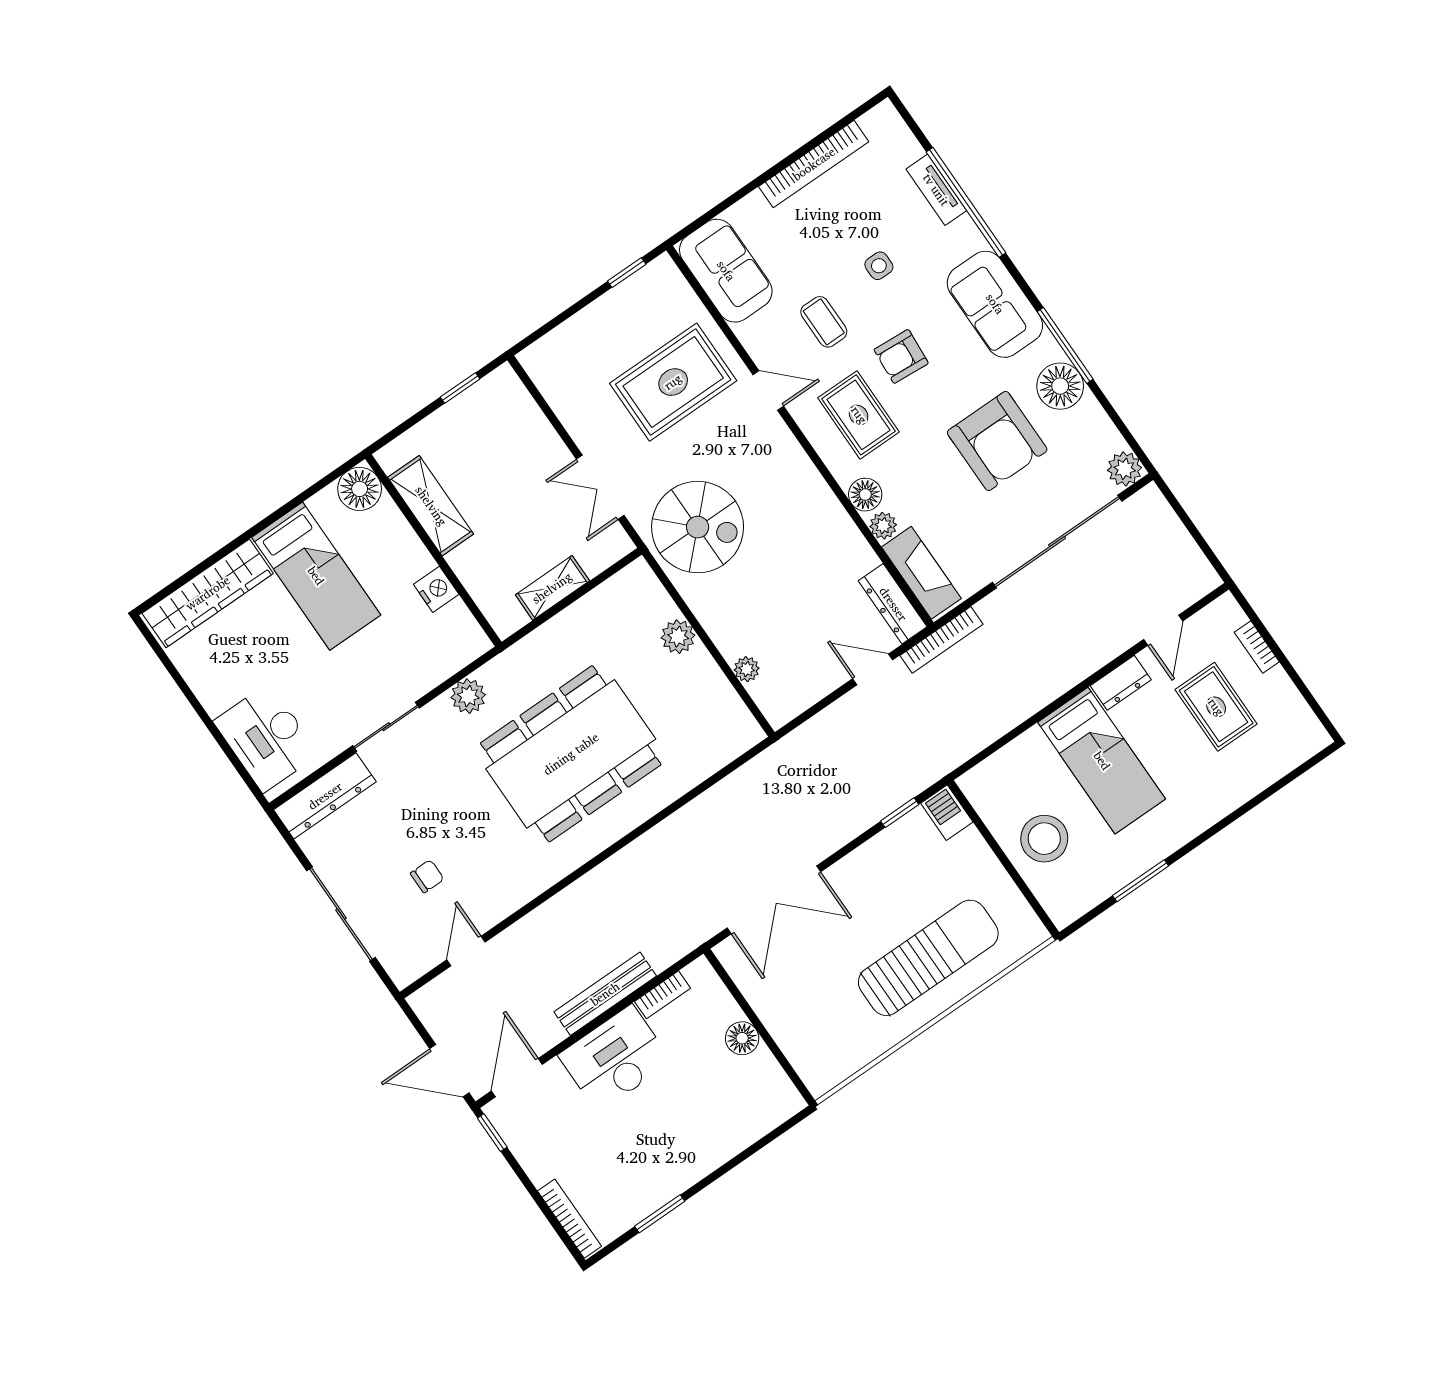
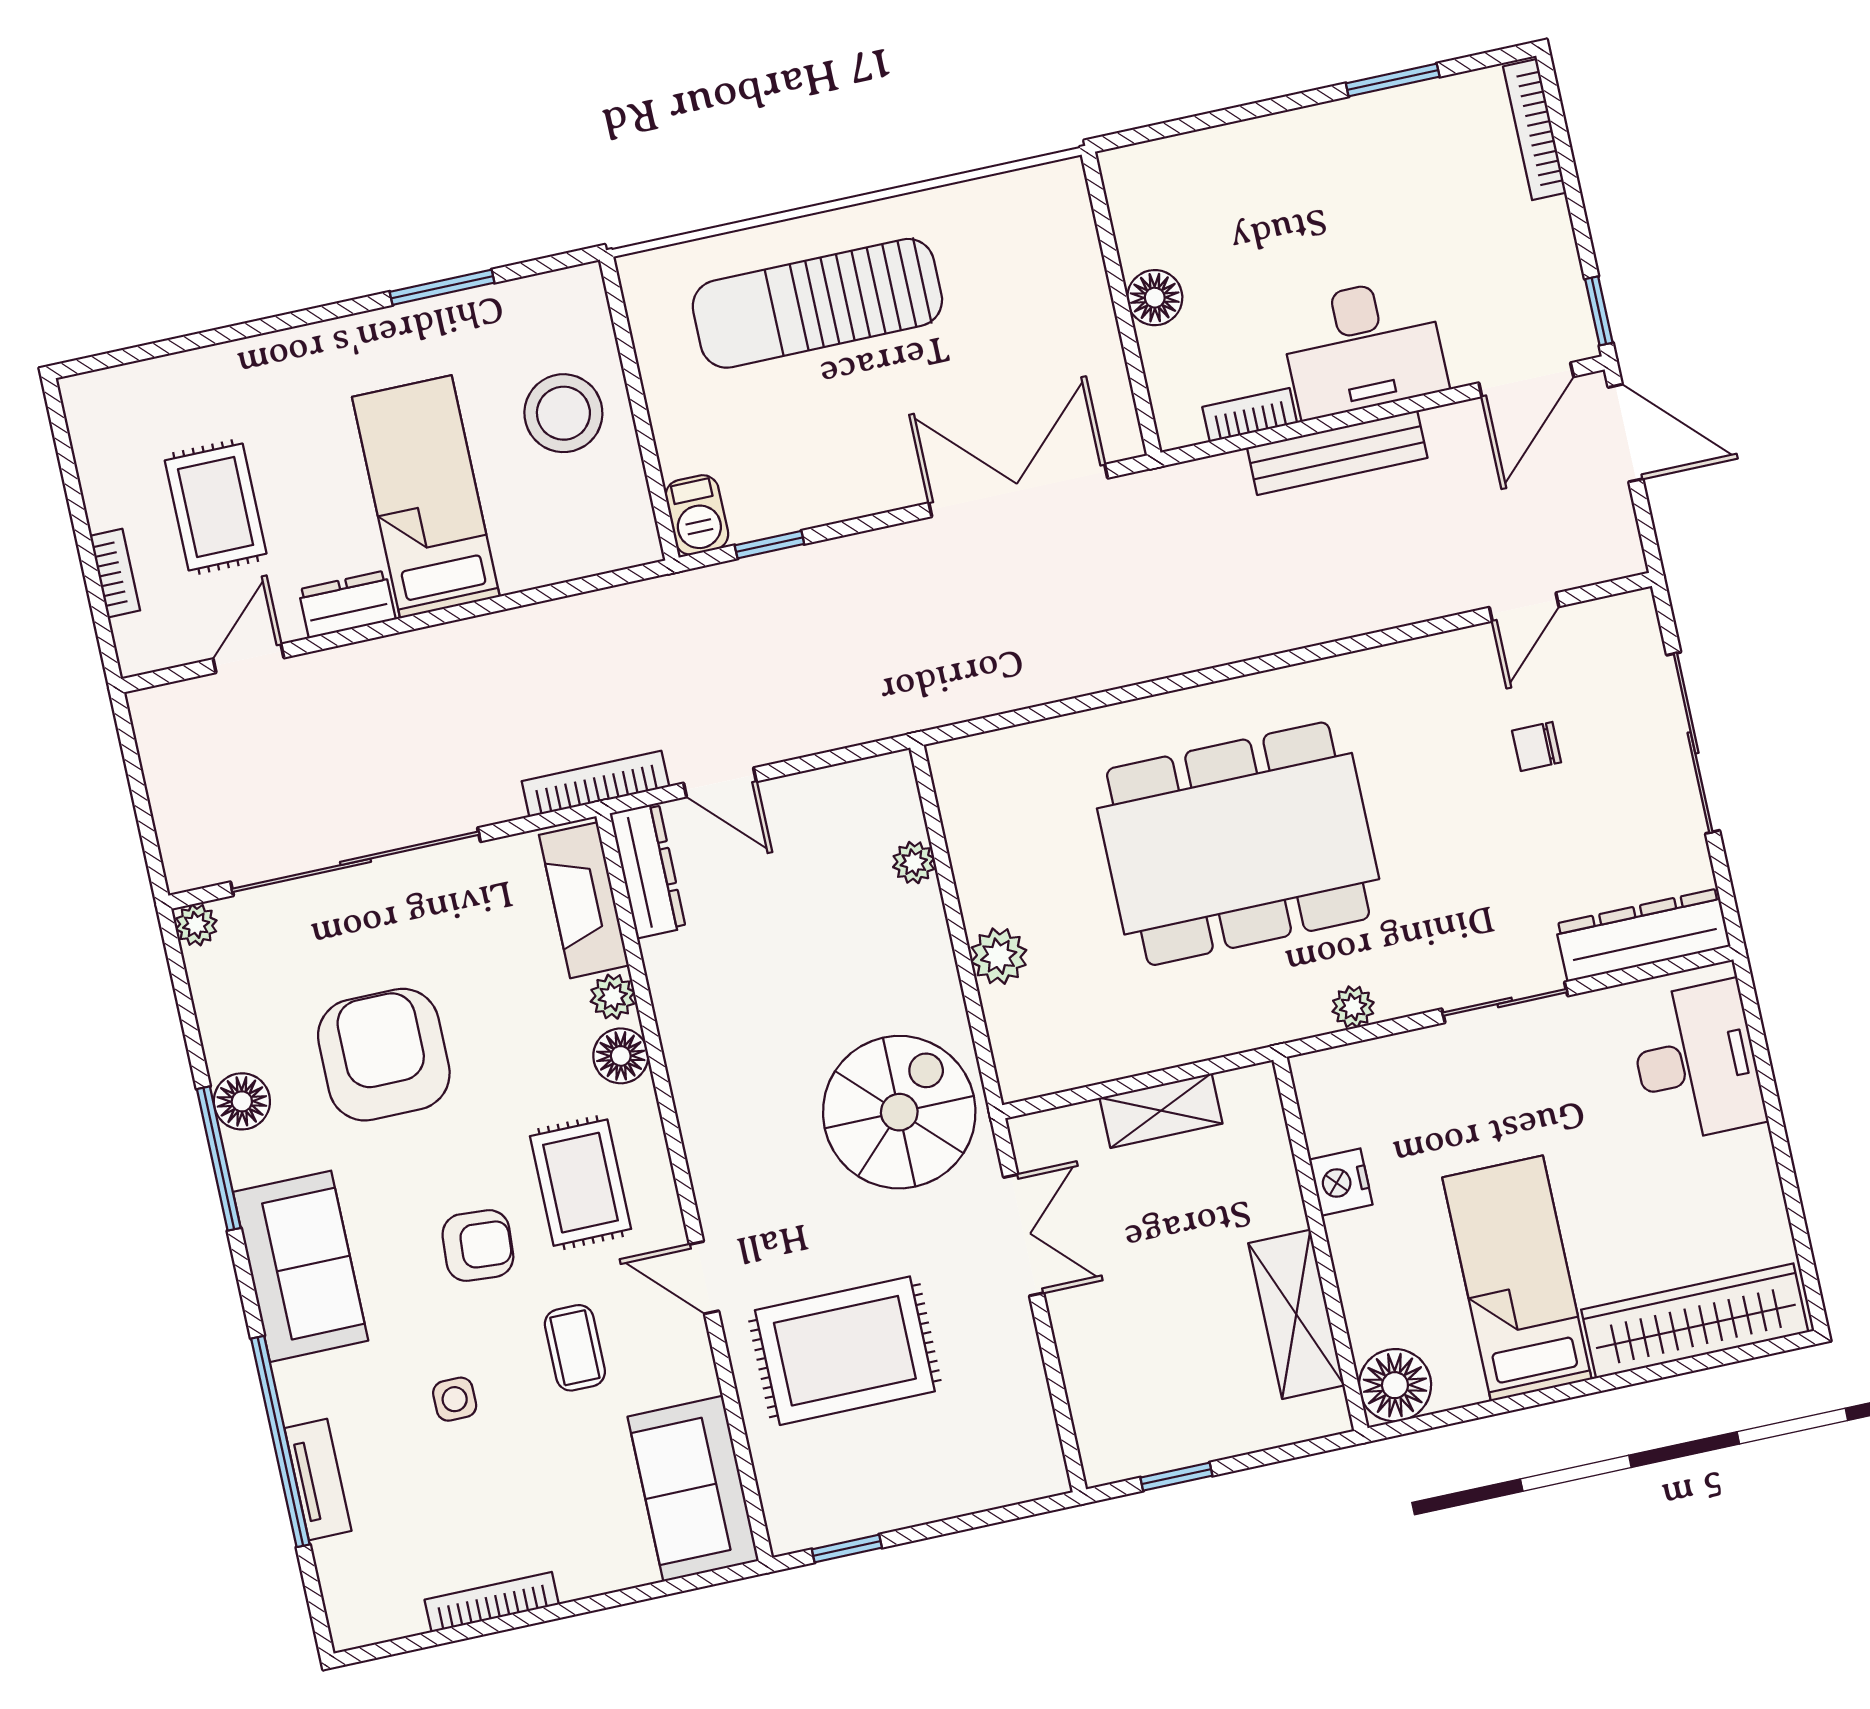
bookcase: (814, 164) -> (492, 1602), width x0.68, depth x0.76
floor lamp: (1060, 386) -> (242, 1101), width x0.73, depth x0.73
plant: (1125, 469) -> (196, 925), width x0.73, depth x0.73
spiral stairs: (698, 527) -> (899, 1112), turned 90
plant: (468, 696) -> (1353, 1007), width x0.73, depth x0.73

